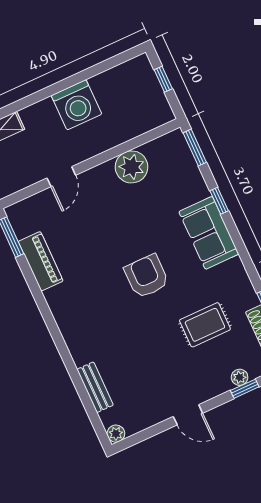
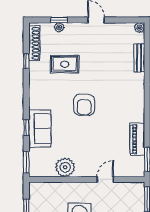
sofa: (209, 233) -> (40, 129), moved

